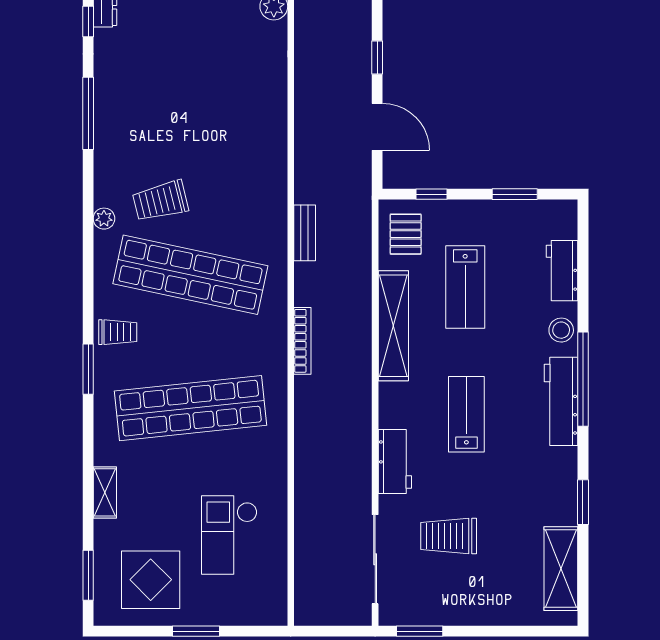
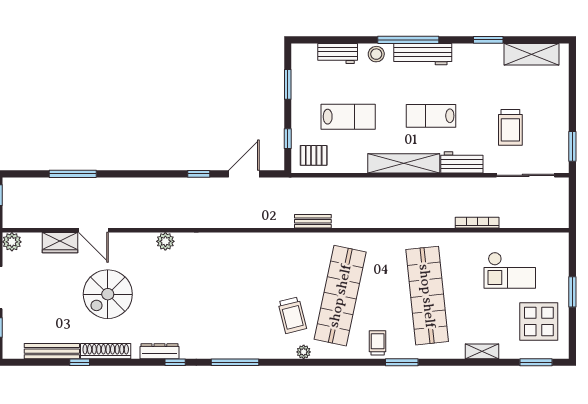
shelving: (393, 326) -> (404, 163), moved
bookcase: (302, 341) -> (477, 223), moved

